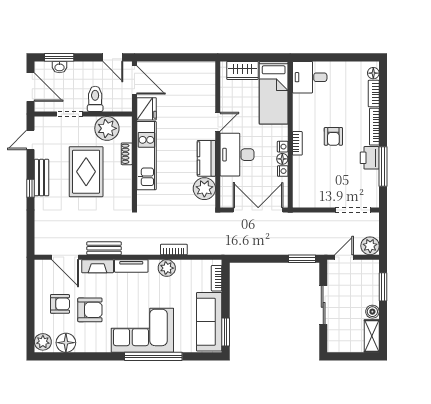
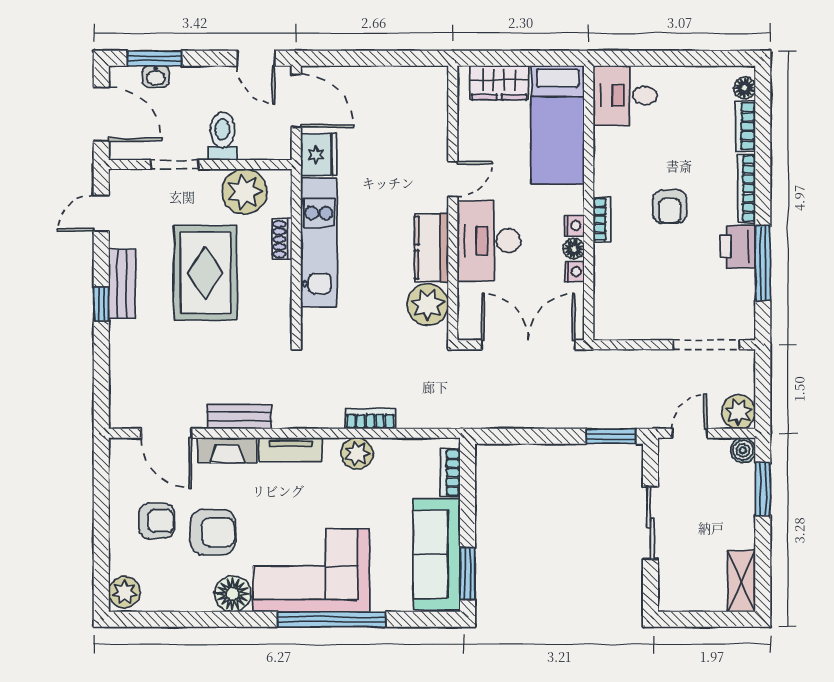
boiler: (372, 312) -> (743, 450), moved
floor lamp: (66, 343) -> (233, 594), moved

